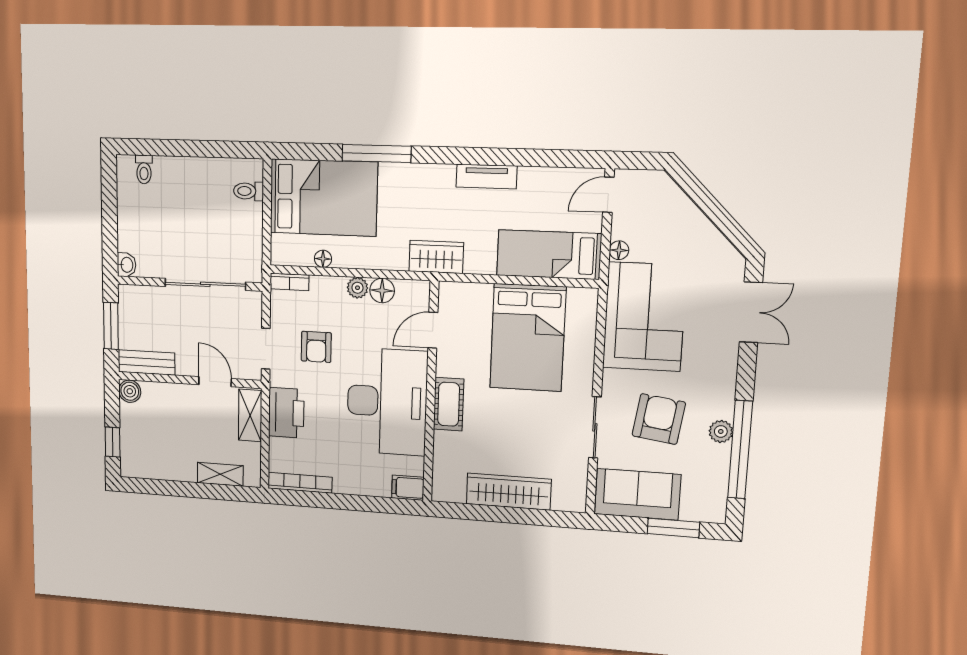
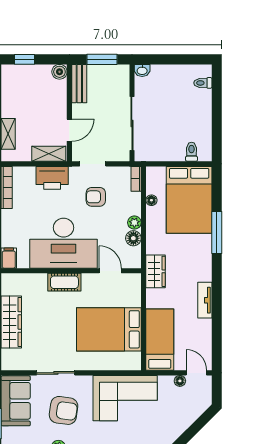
floor lamp: (619, 250) -> (180, 381), moved

